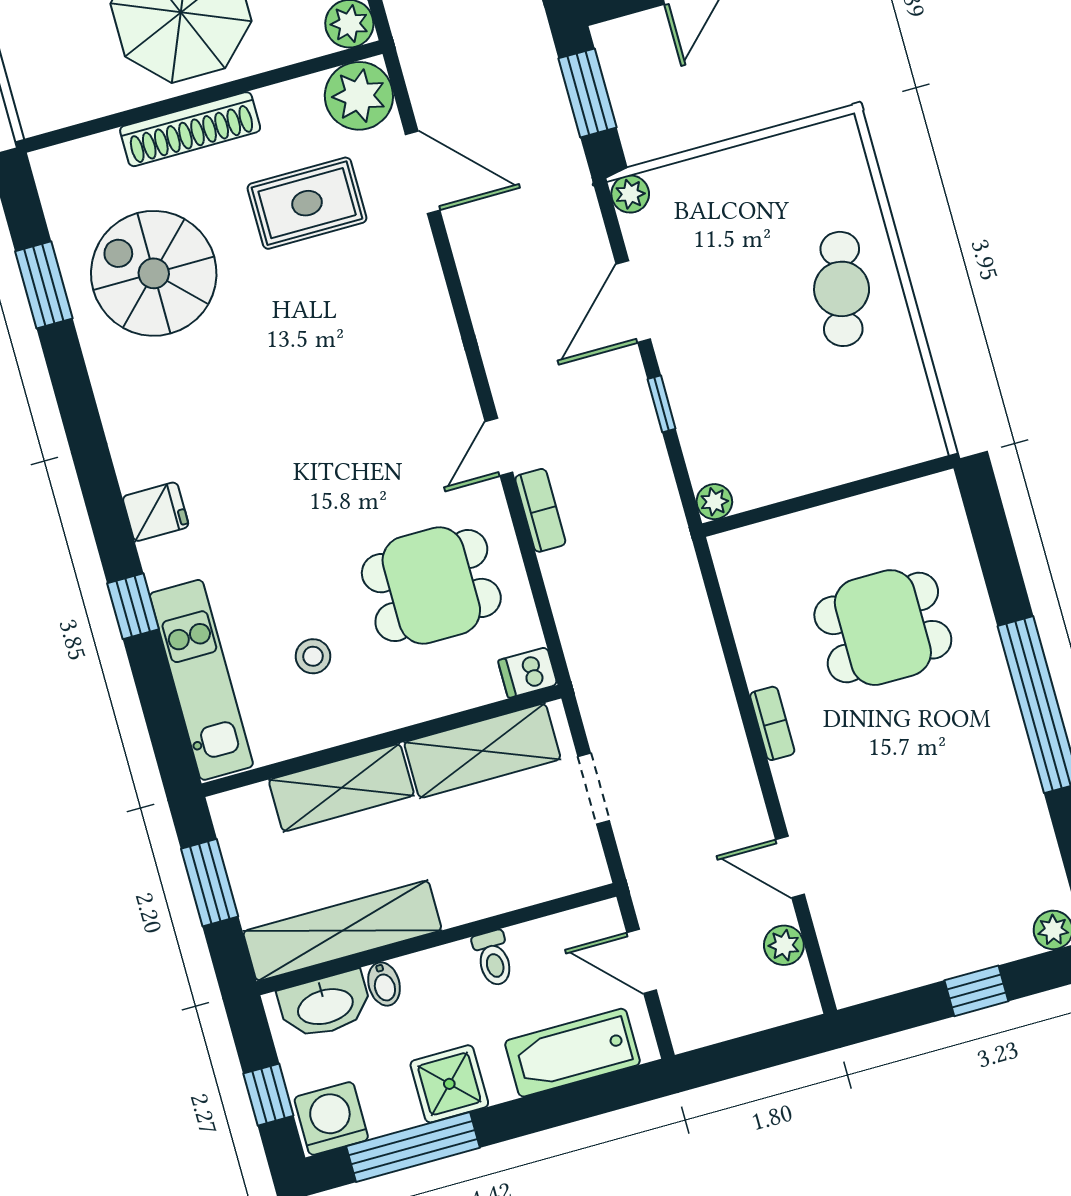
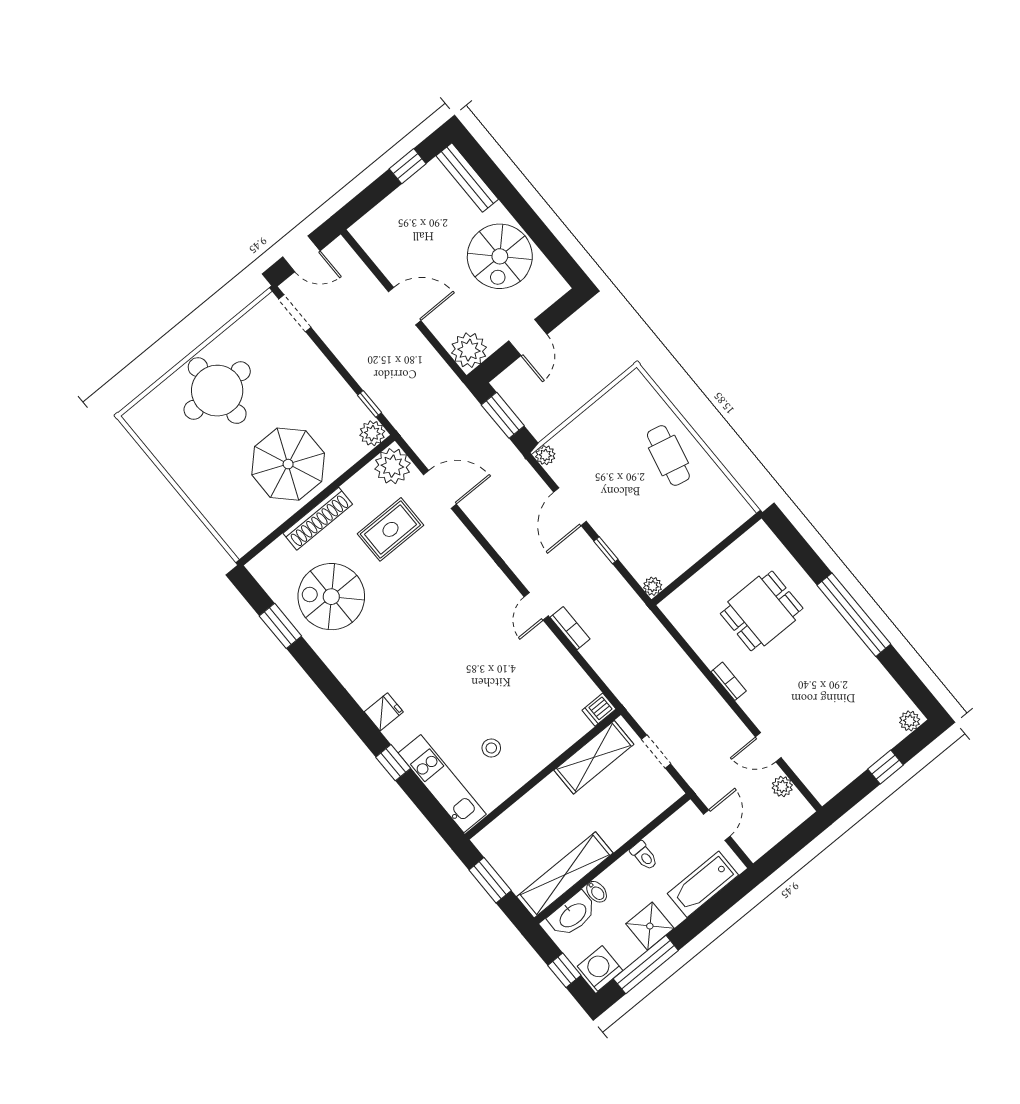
dining table: (431, 586) -> (533, 688), removed
shelving: (341, 788) -> (533, 806), removed
door: (642, 961) -> (717, 825), swing flipped

